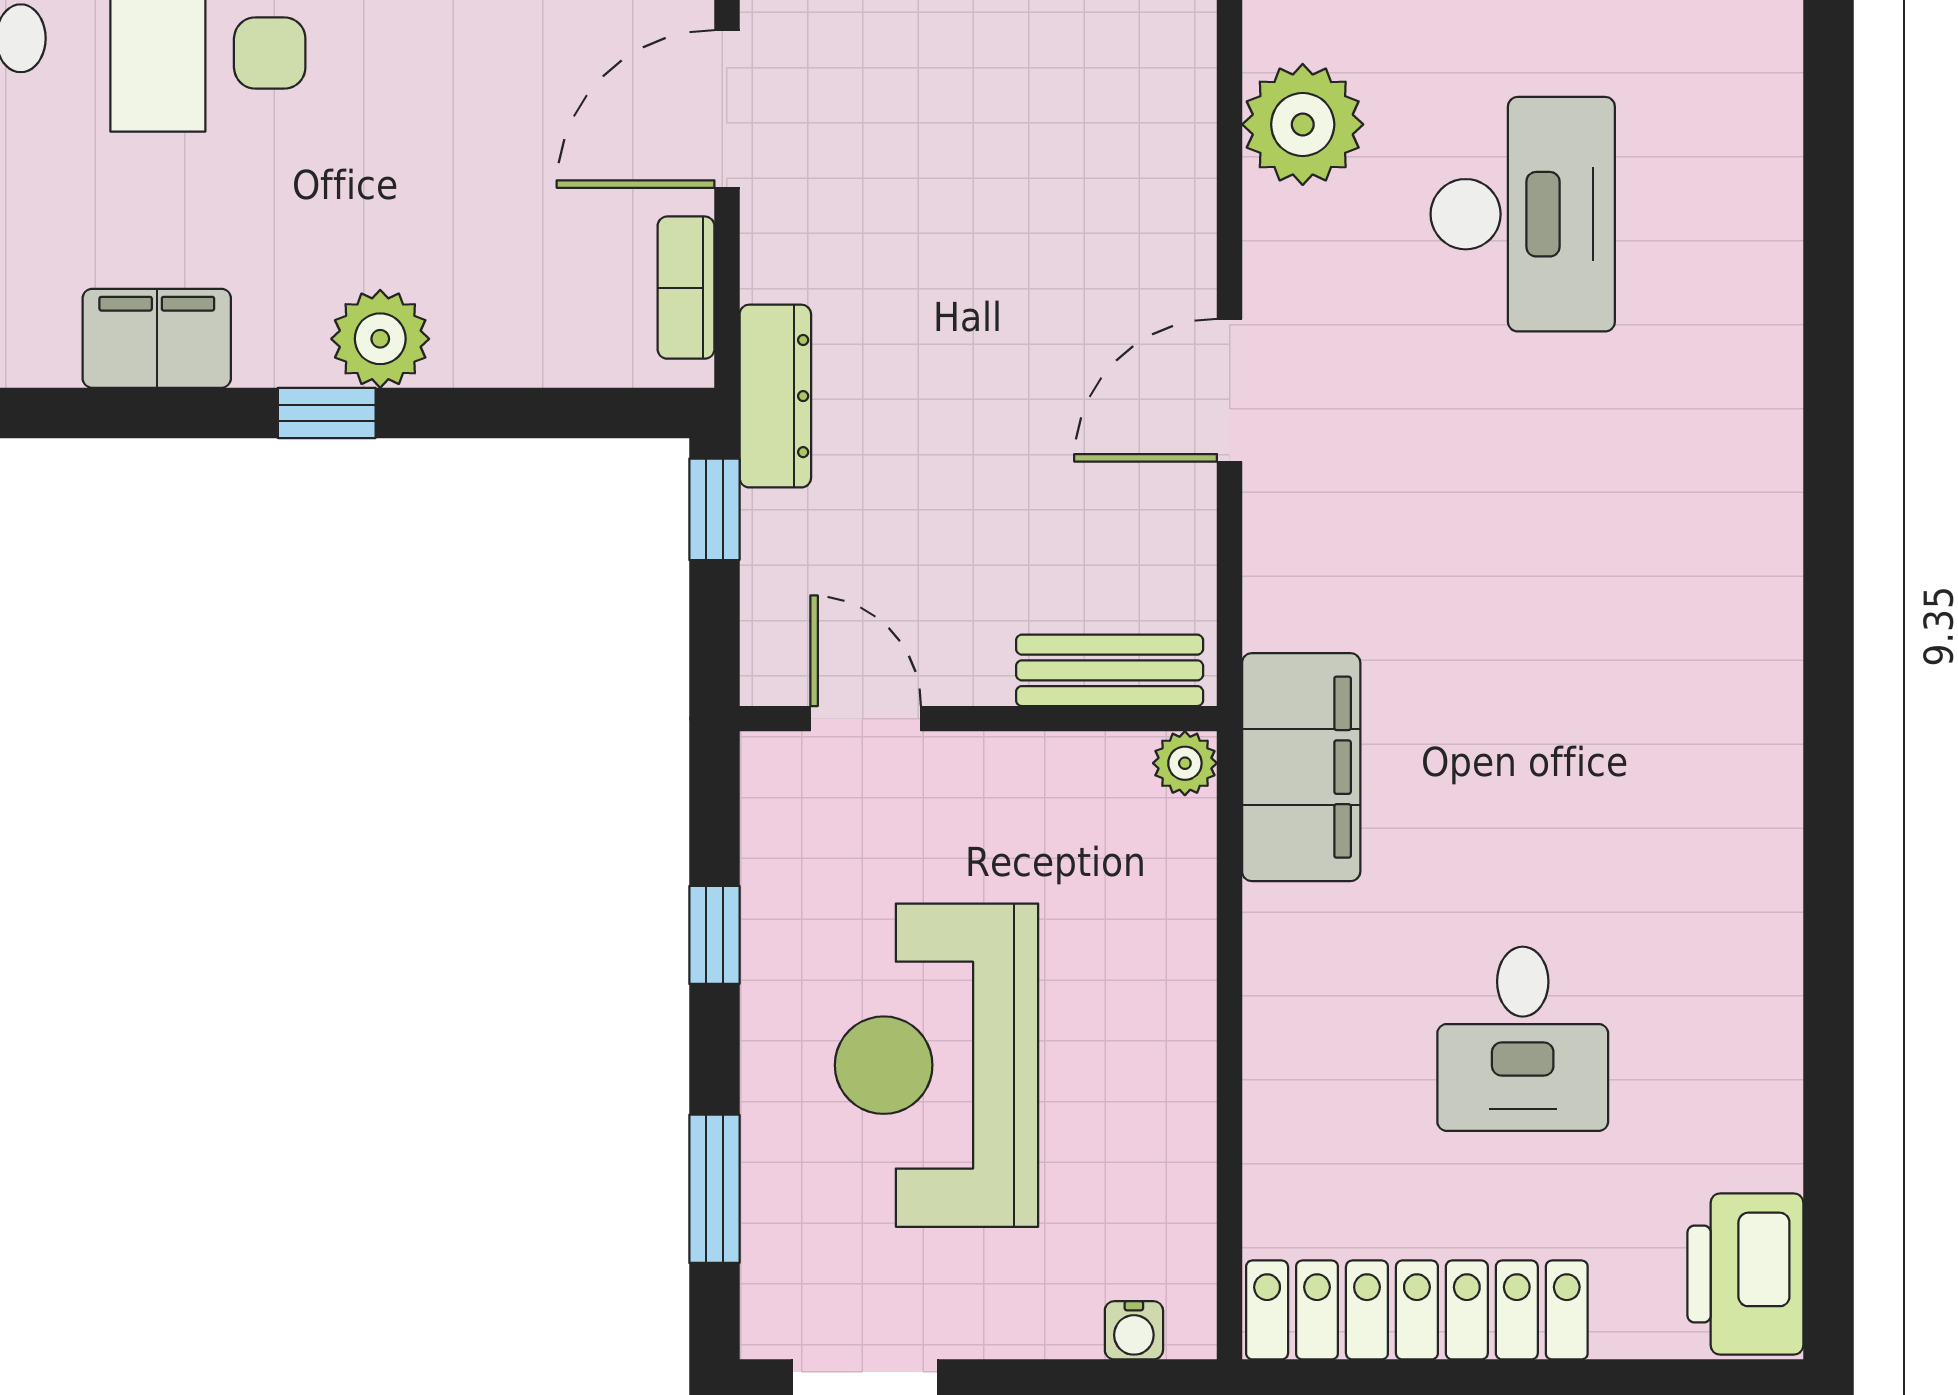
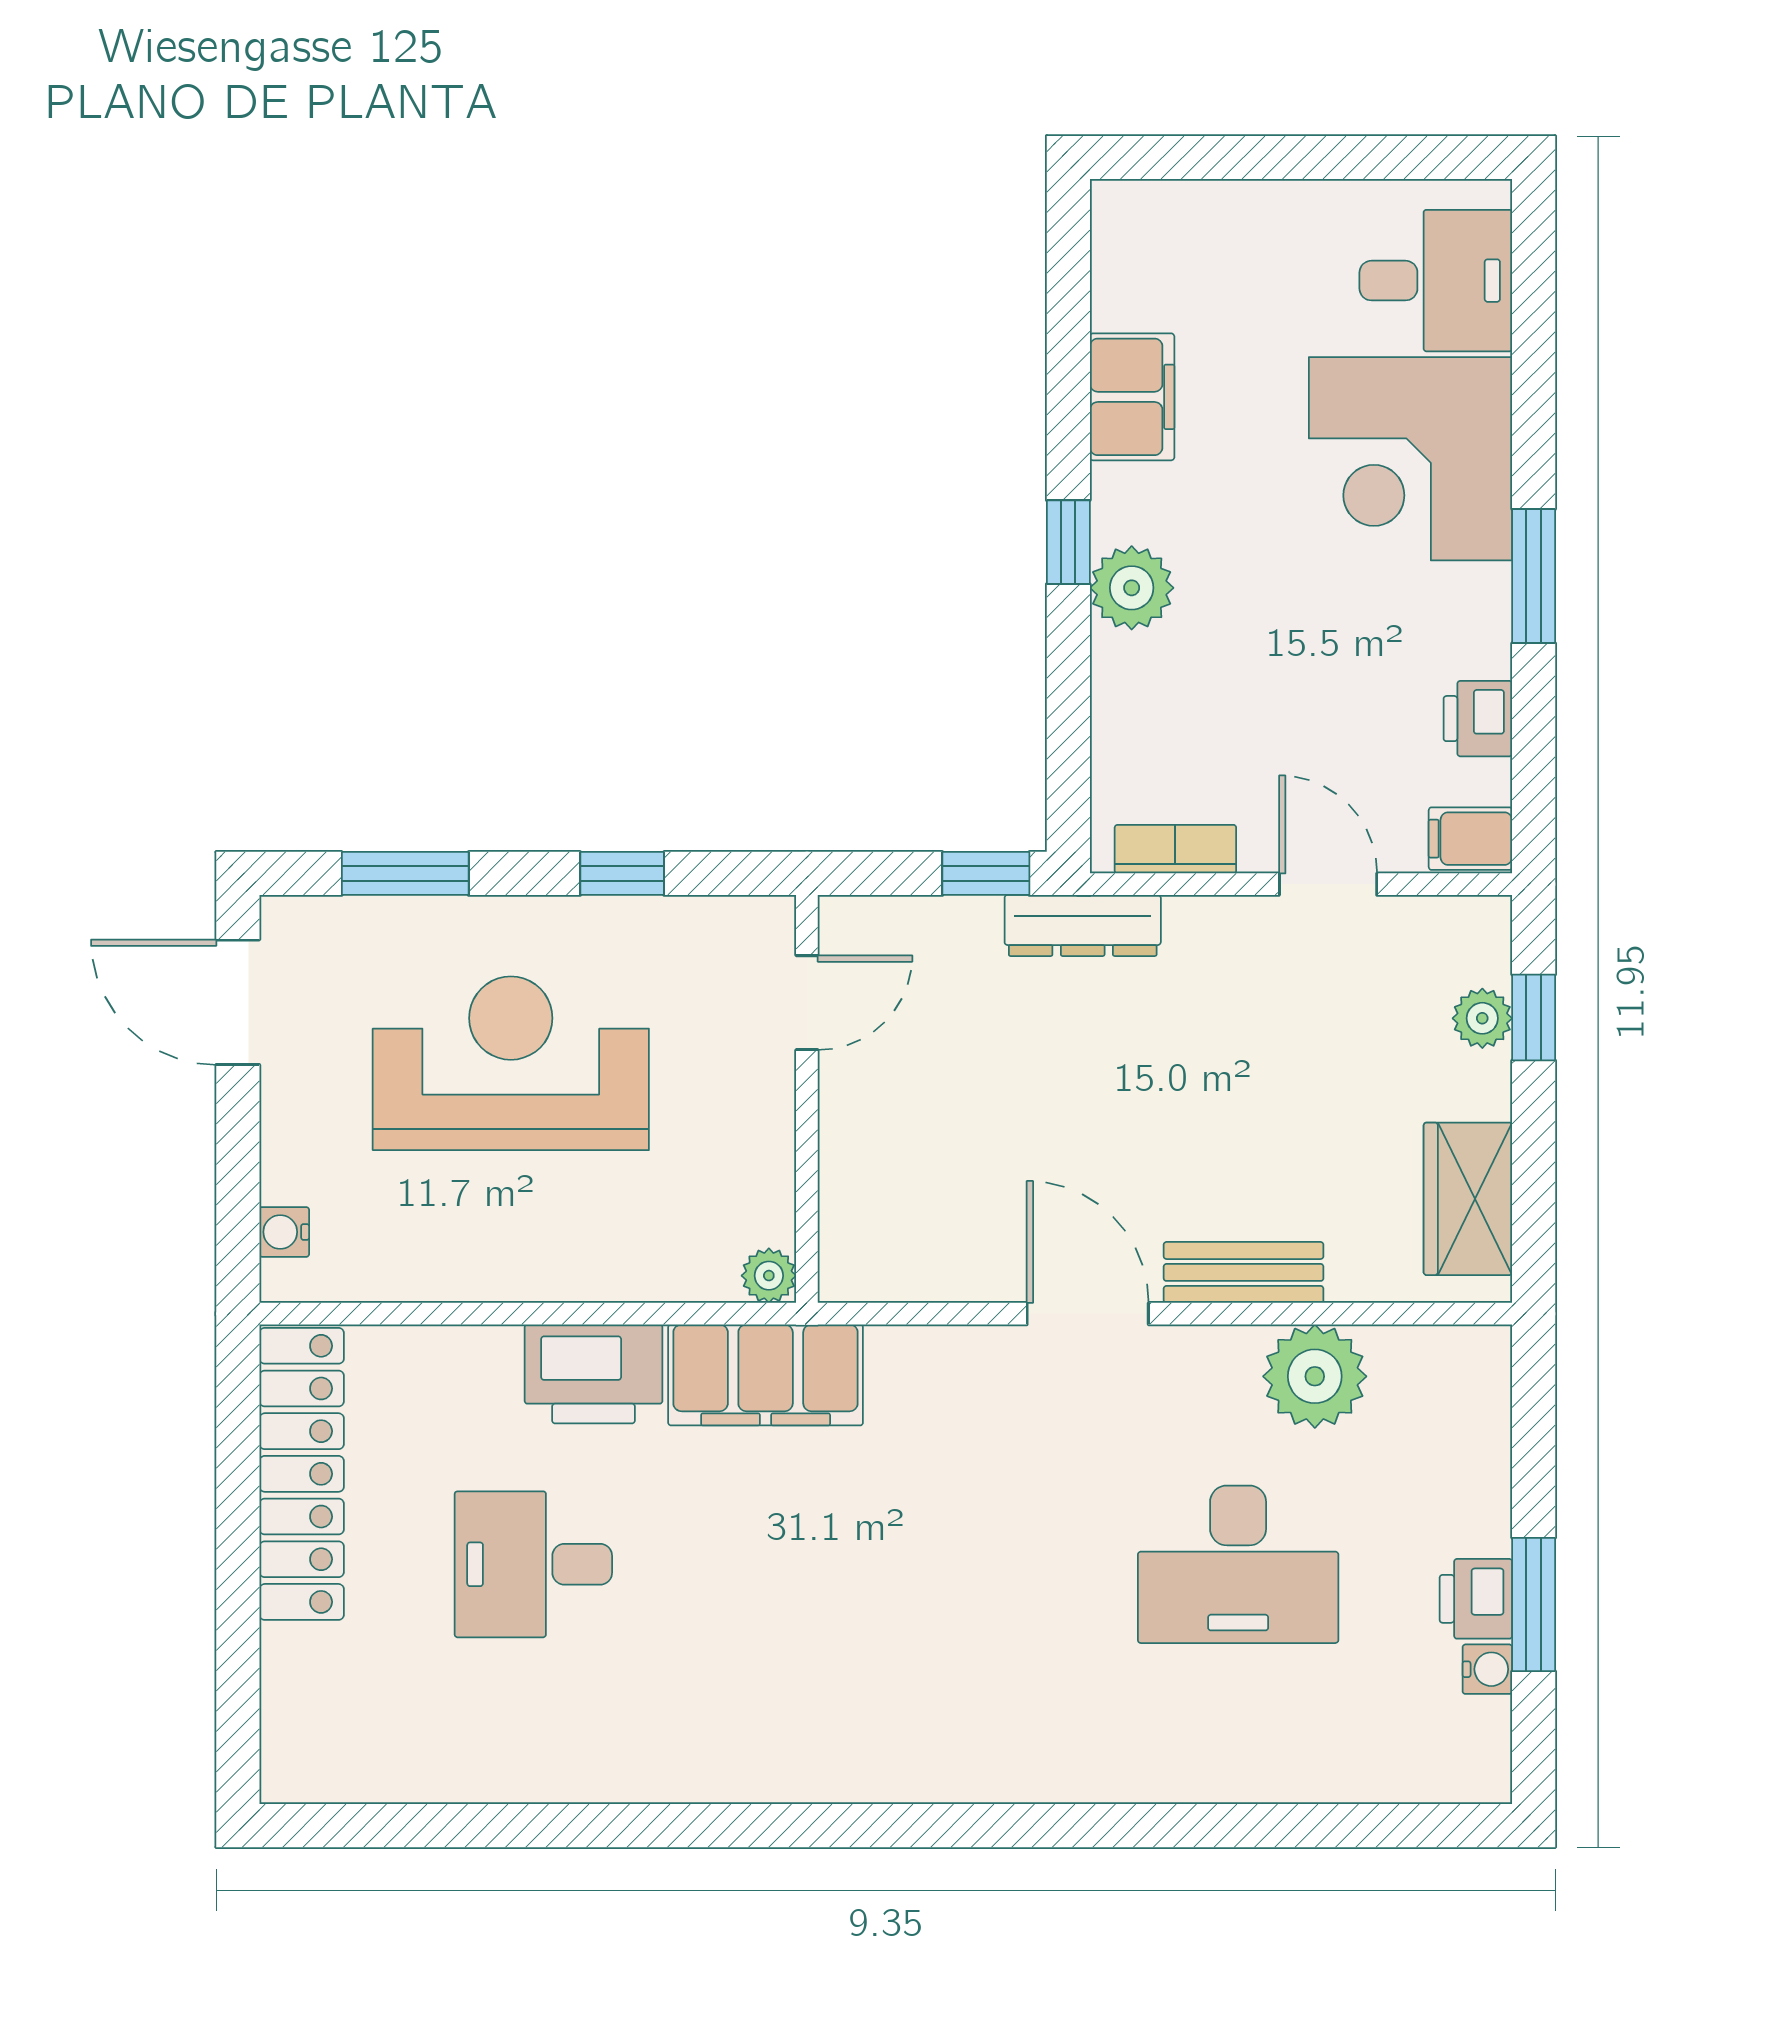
door: (727, 109) -> (1328, 884), width x0.73
bench: (1110, 670) -> (1244, 1272), moved, turned 90
printer: (1745, 1274) -> (594, 1374), moved, turned 180

